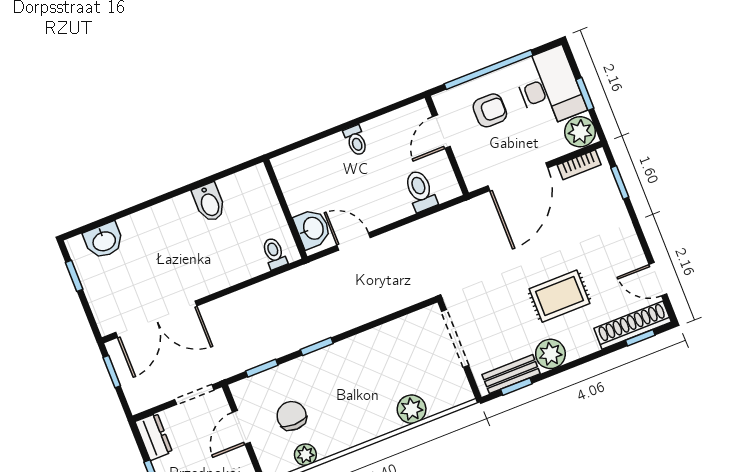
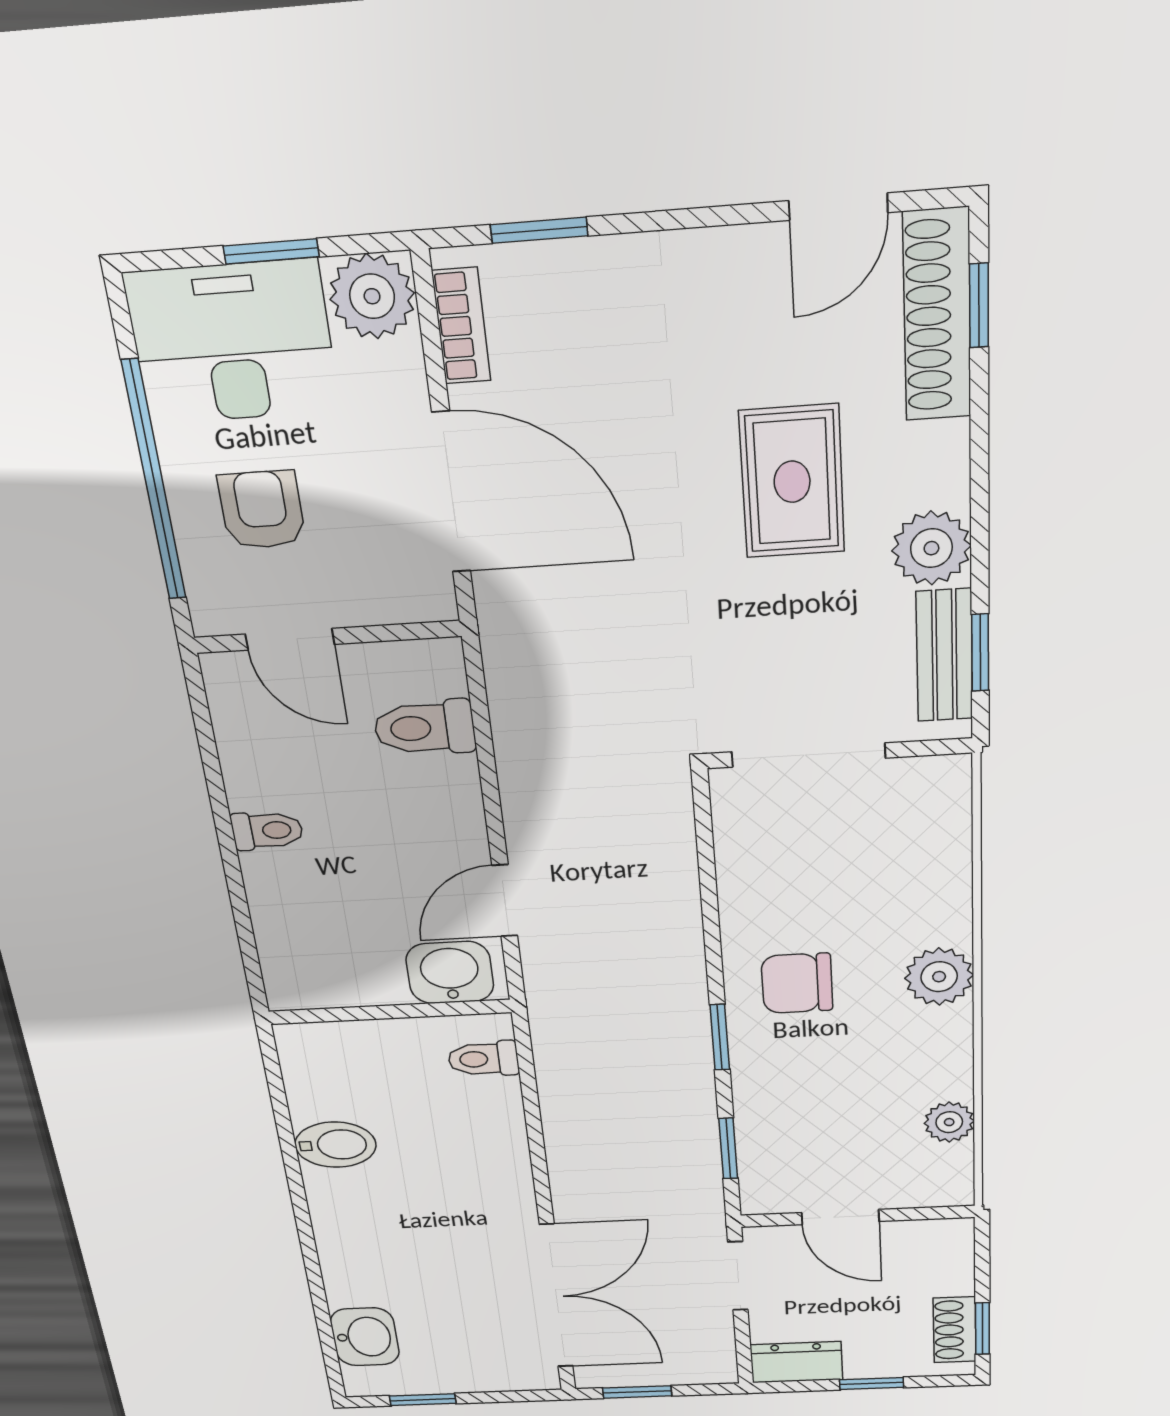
plant: (412, 409) -> (939, 977), moved
chair: (292, 416) -> (797, 983), moved

